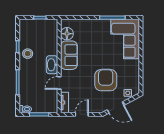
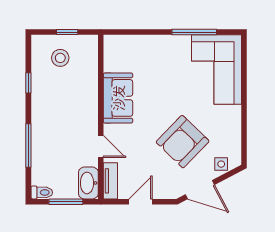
floor lamp: (67, 34) -> (115, 60), removed
stool: (28, 54) -> (60, 58), moved
washbasin: (52, 65) -> (88, 183), moved
armchair: (106, 80) -> (183, 142), turned -136
door: (59, 83) -> (101, 146), swing flipped

